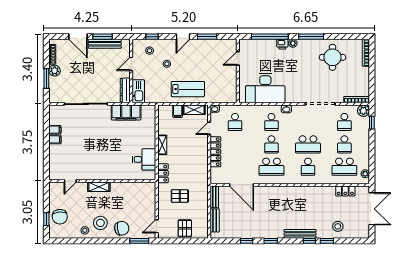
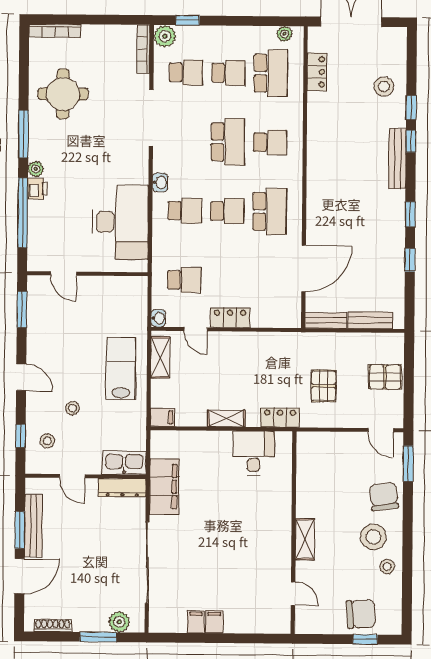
window: (207, 37) -> (22, 309), moved
plant: (55, 71) -> (119, 622), moved
filing cabinet: (178, 111) -> (162, 417), moved
locker: (215, 152) -> (230, 318), width x0.66

